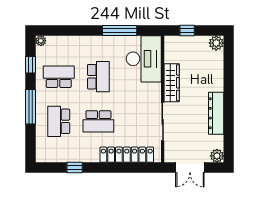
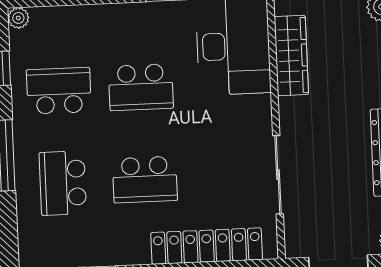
school desk: (98, 77) -> (141, 87), turned 90
wardrobe: (172, 83) -> (291, 56), moved

